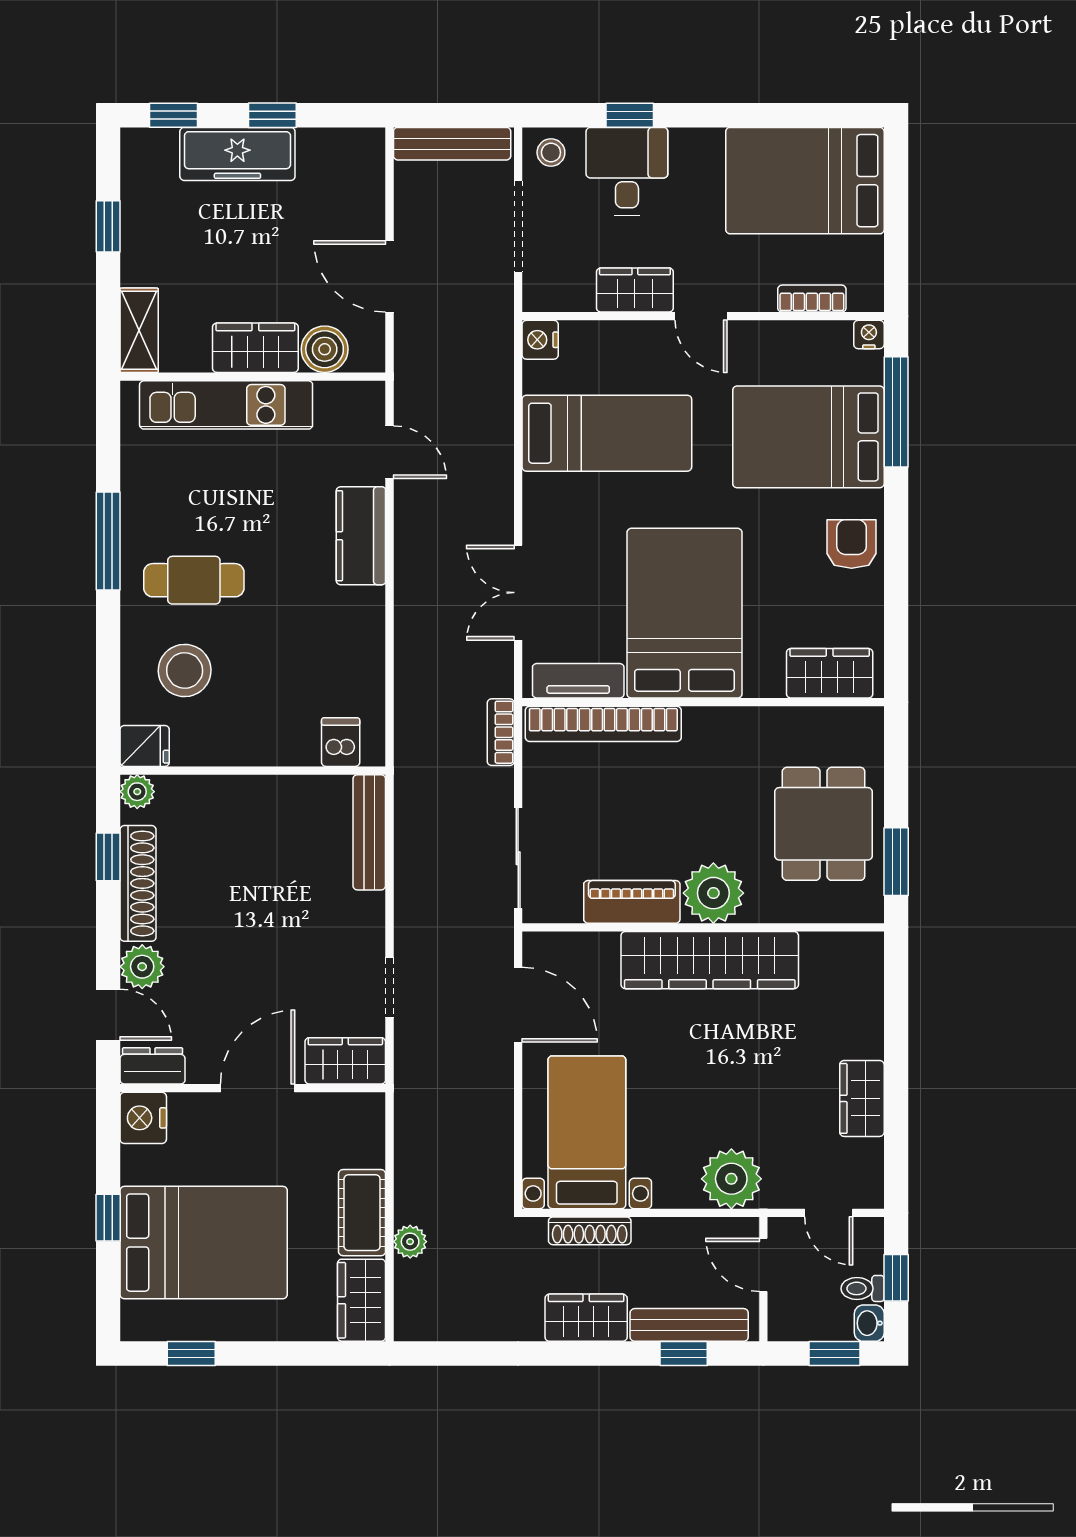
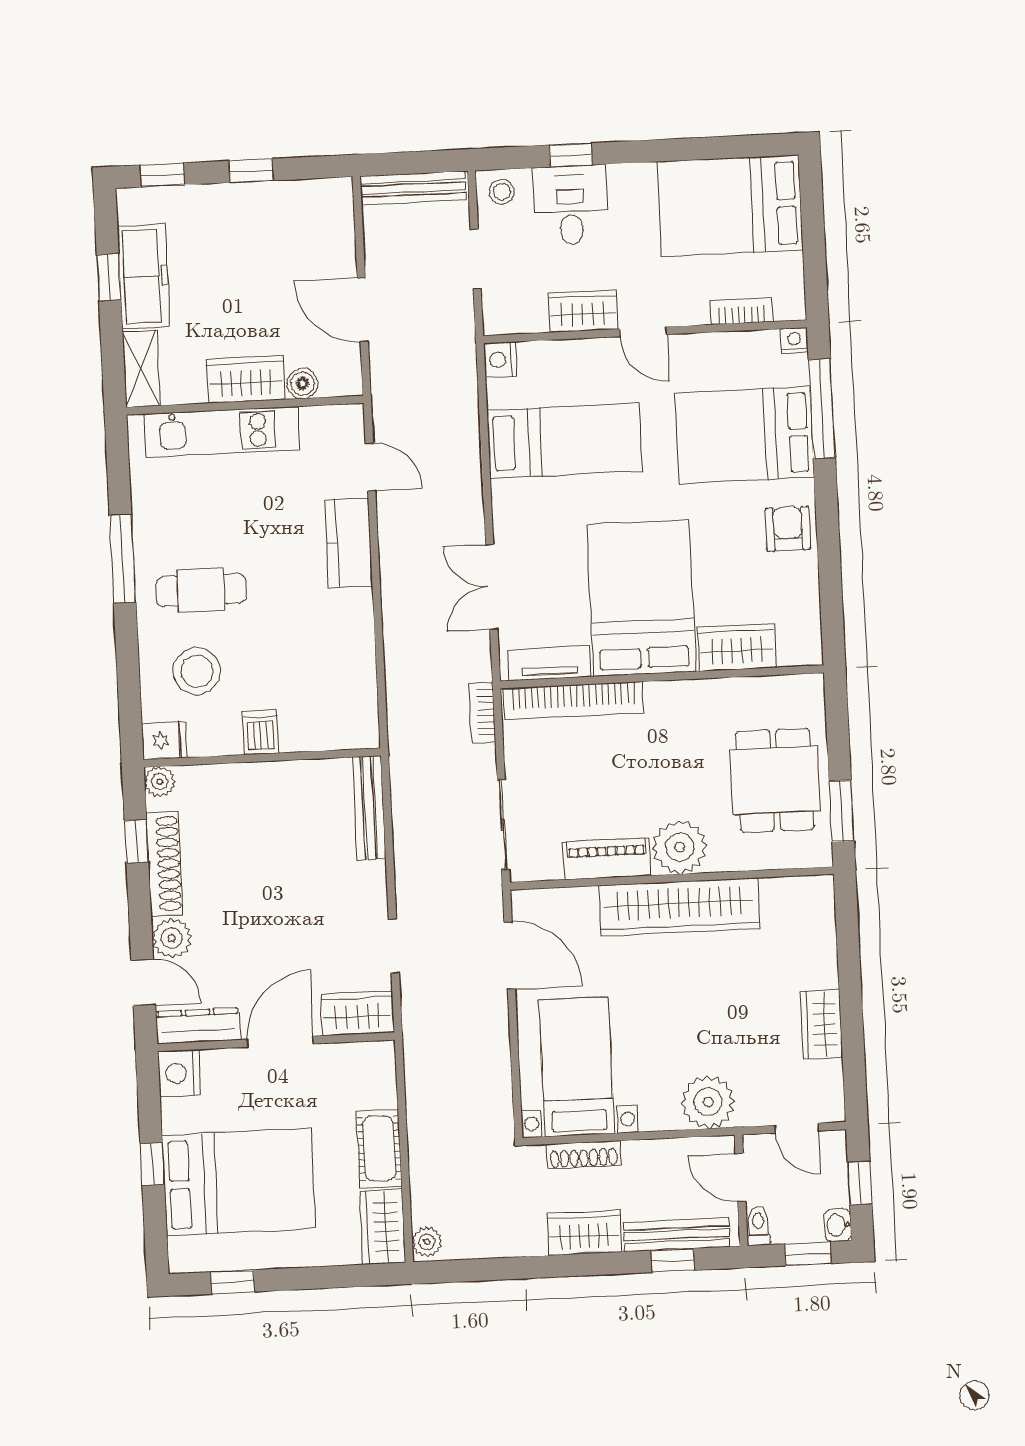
freezer: (237, 154) -> (144, 276), moved, turned -90
doorway: (518, 226) -> (476, 259), width x0.73
boiler: (325, 349) -> (303, 383), width x0.73, depth x0.73
wardrobe: (830, 673) -> (737, 647), moved
dishwasher: (341, 742) -> (260, 732), moved
dresser: (153, 1066) -> (198, 1026), width x1.44
plant: (410, 1242) -> (427, 1242), moved
toilet: (863, 1288) -> (758, 1226), moved, turned 90

